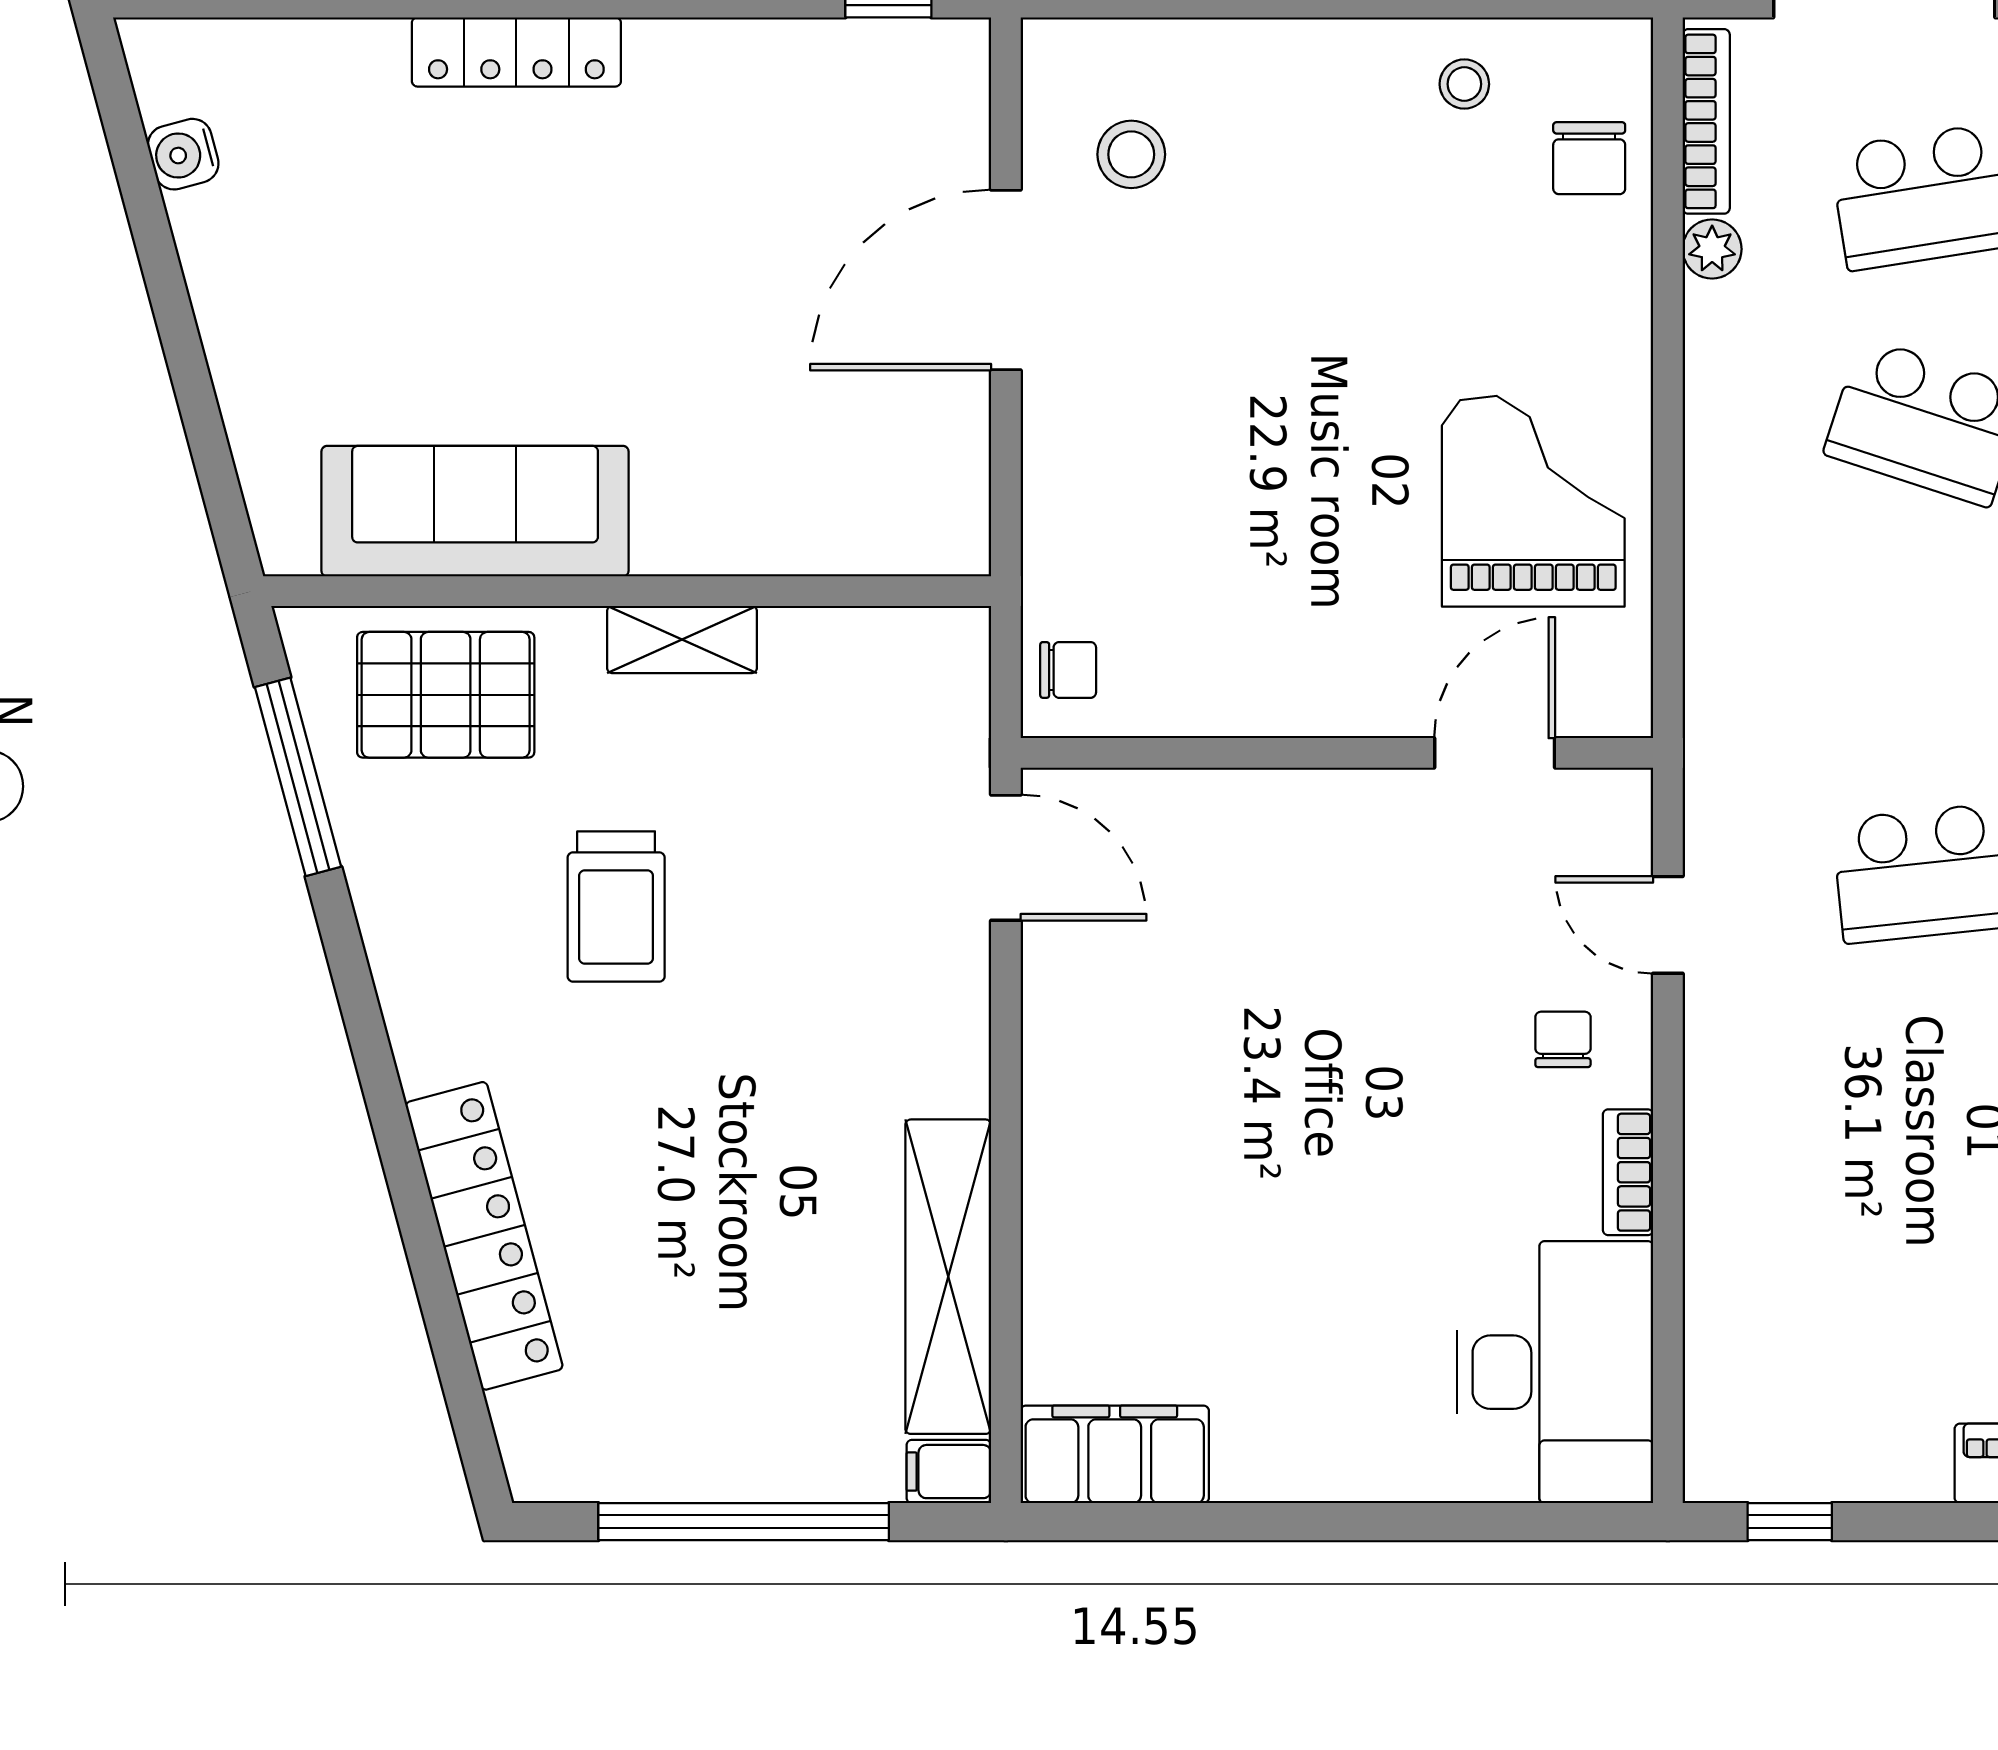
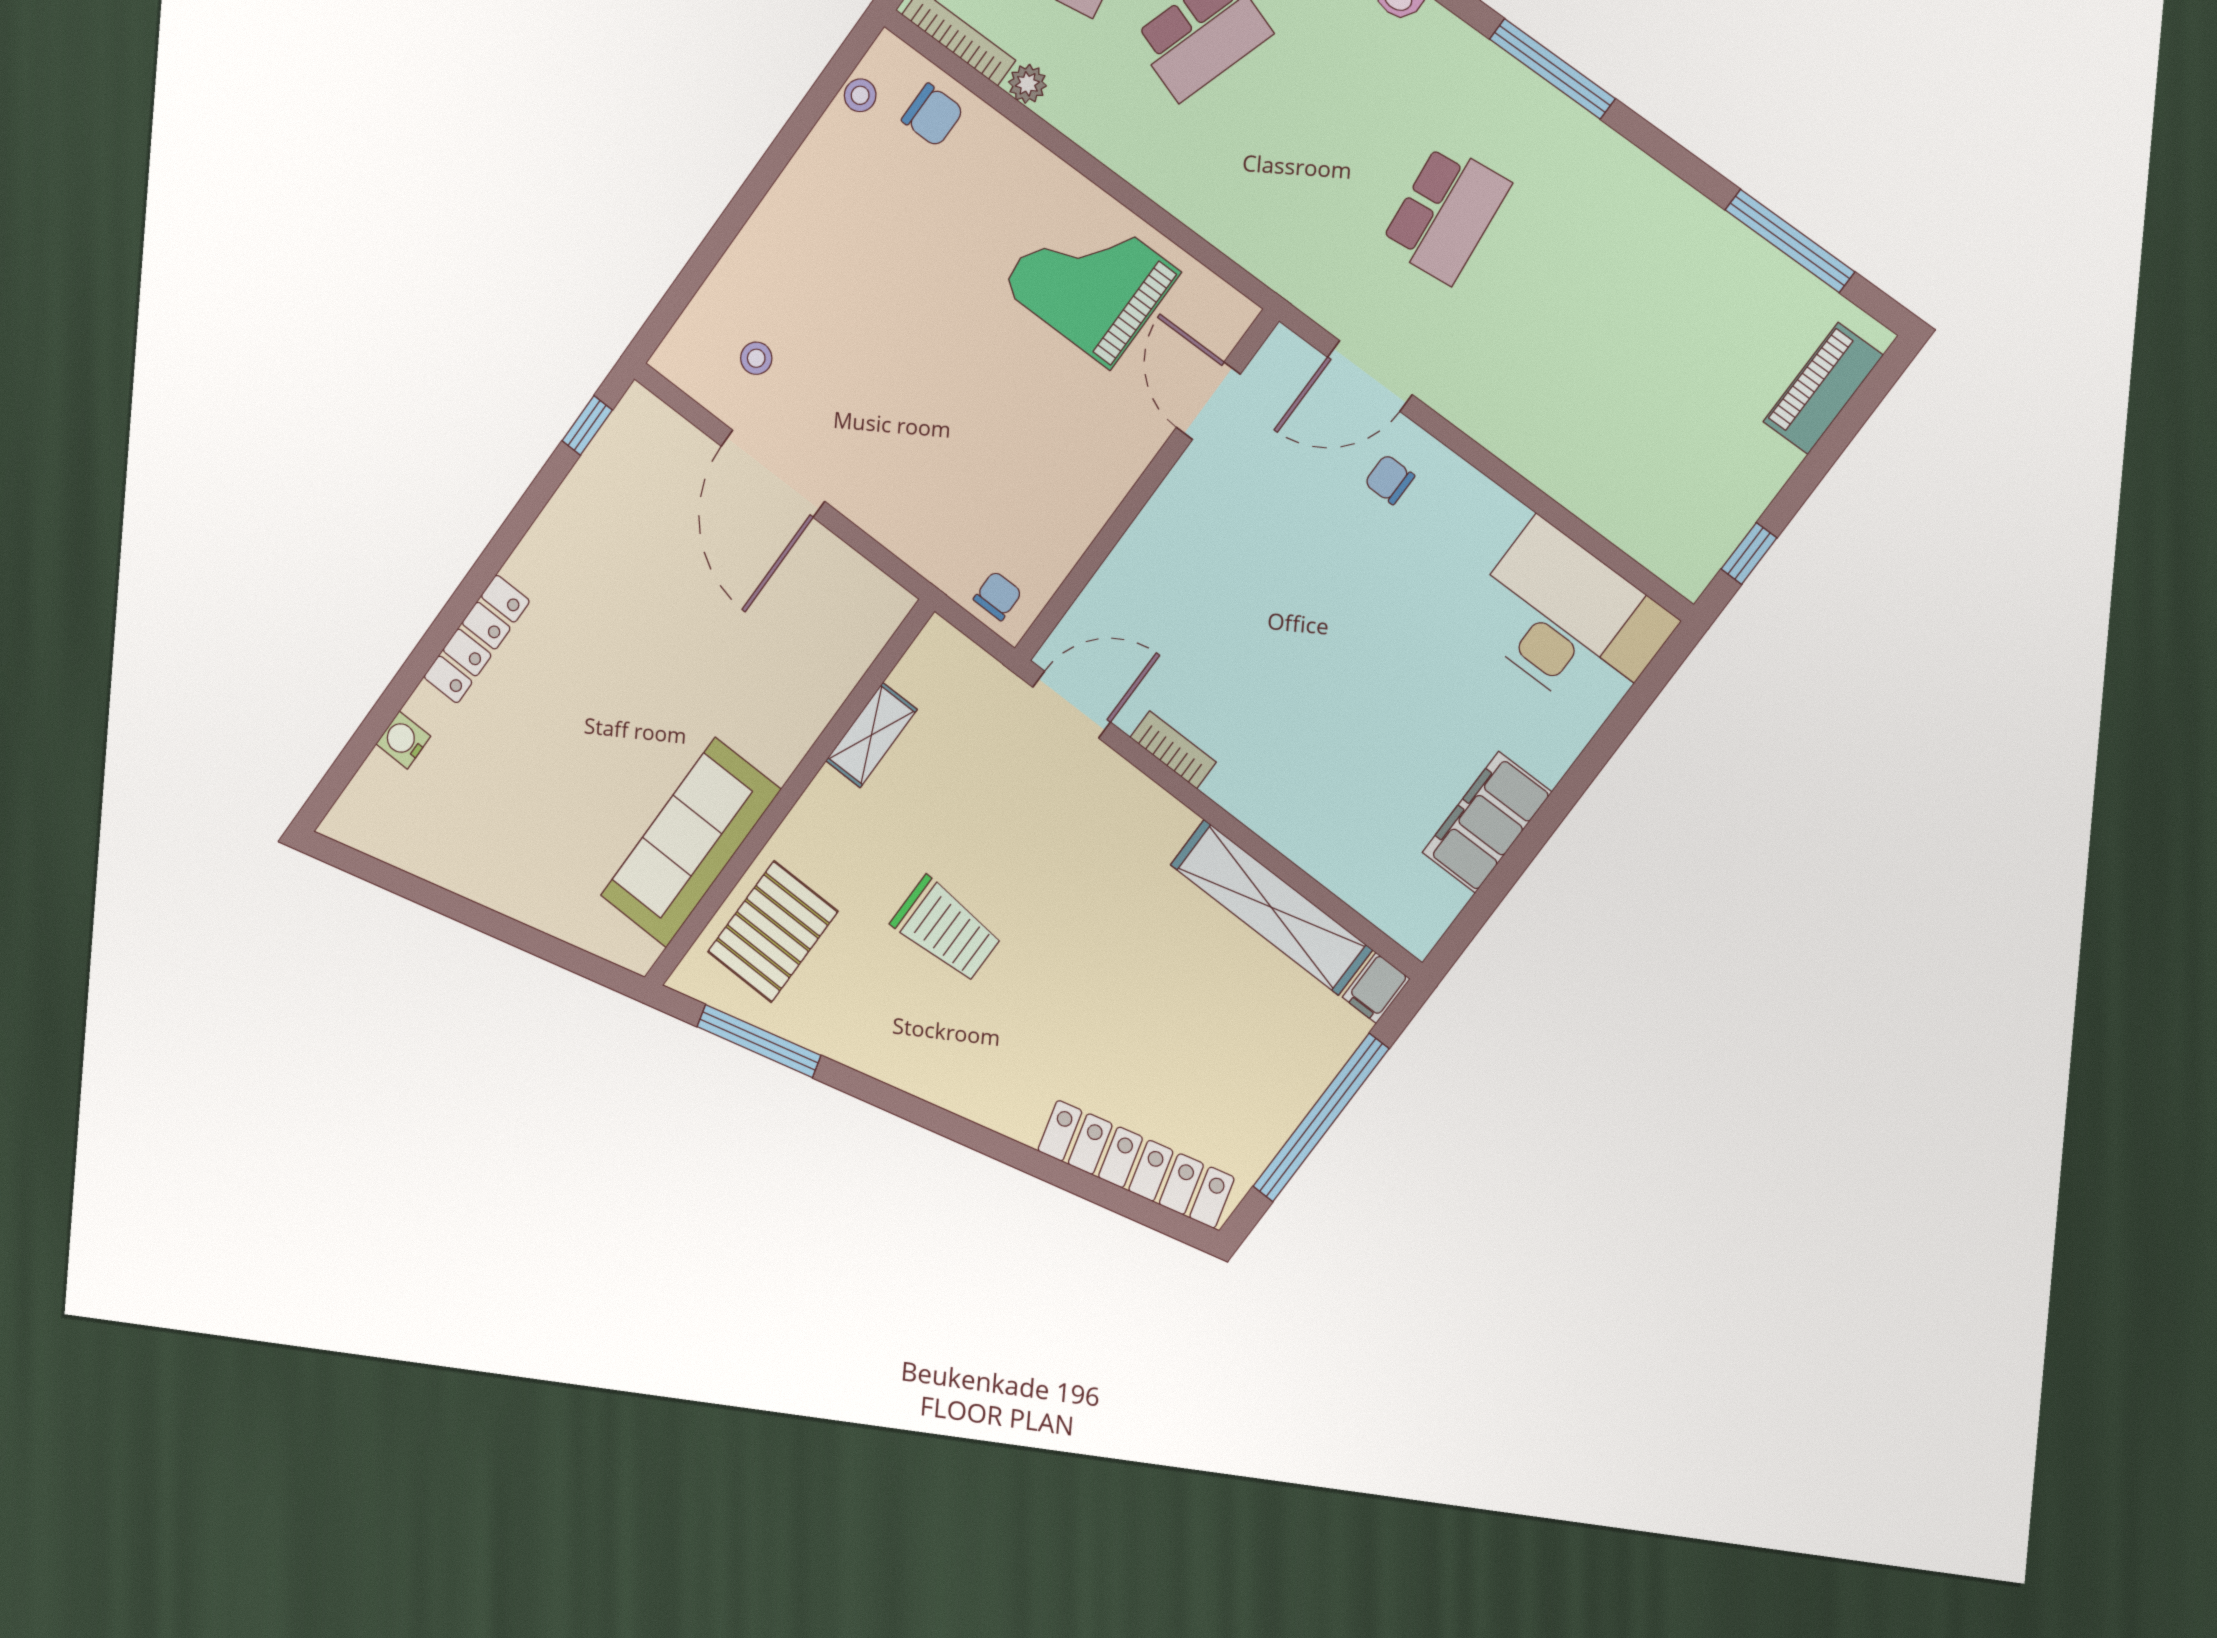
stool: (1464, 84) -> (860, 95), moved
water cooler: (183, 154) -> (403, 740), moved, turned 105
stool: (1131, 154) -> (756, 358), width x0.73, depth x0.73
shelving: (682, 640) -> (871, 735), moved
door: (1668, 925) -> (1370, 376), width x1.38
bookcase: (1628, 1172) -> (1173, 750), moved, turned 180
locker: (484, 1236) -> (1136, 1164), moved
filing cabinet: (1115, 1454) -> (1487, 822), moved

